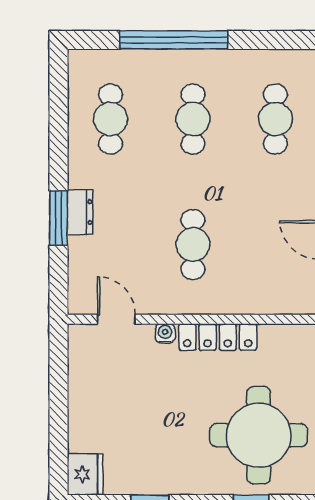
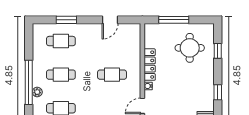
plant: (150, 61) -> (37, 92), added
round table: (259, 435) -> (190, 48), width x0.73, depth x0.73

